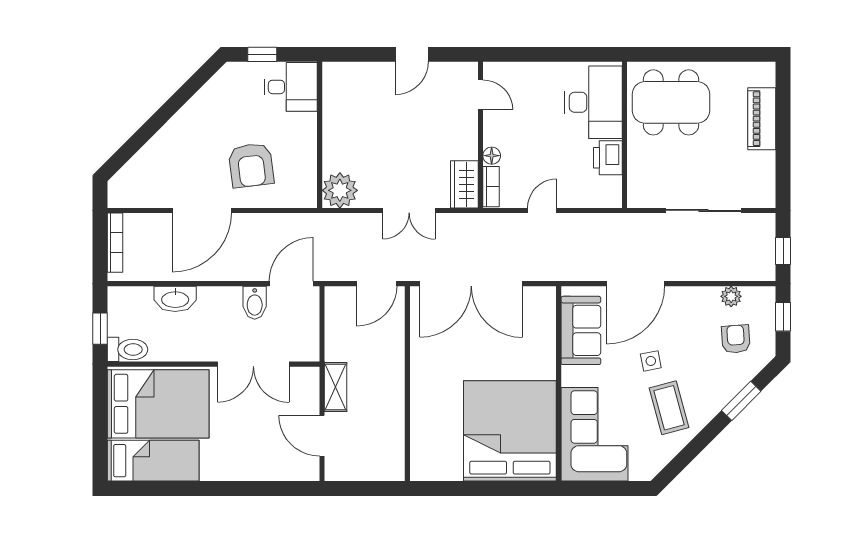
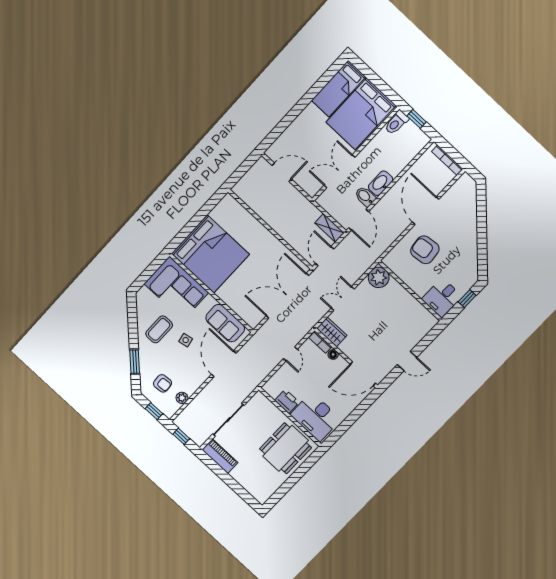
door: (412, 54) -> (407, 361), swing flipped
door: (481, 95) -> (363, 374), width x1.88
piano: (762, 119) -> (220, 456), moved
washbasin: (175, 299) -> (381, 183), moved
shelving: (336, 387) -> (329, 228), moved
coffee table: (669, 408) -> (159, 329), turned -75

